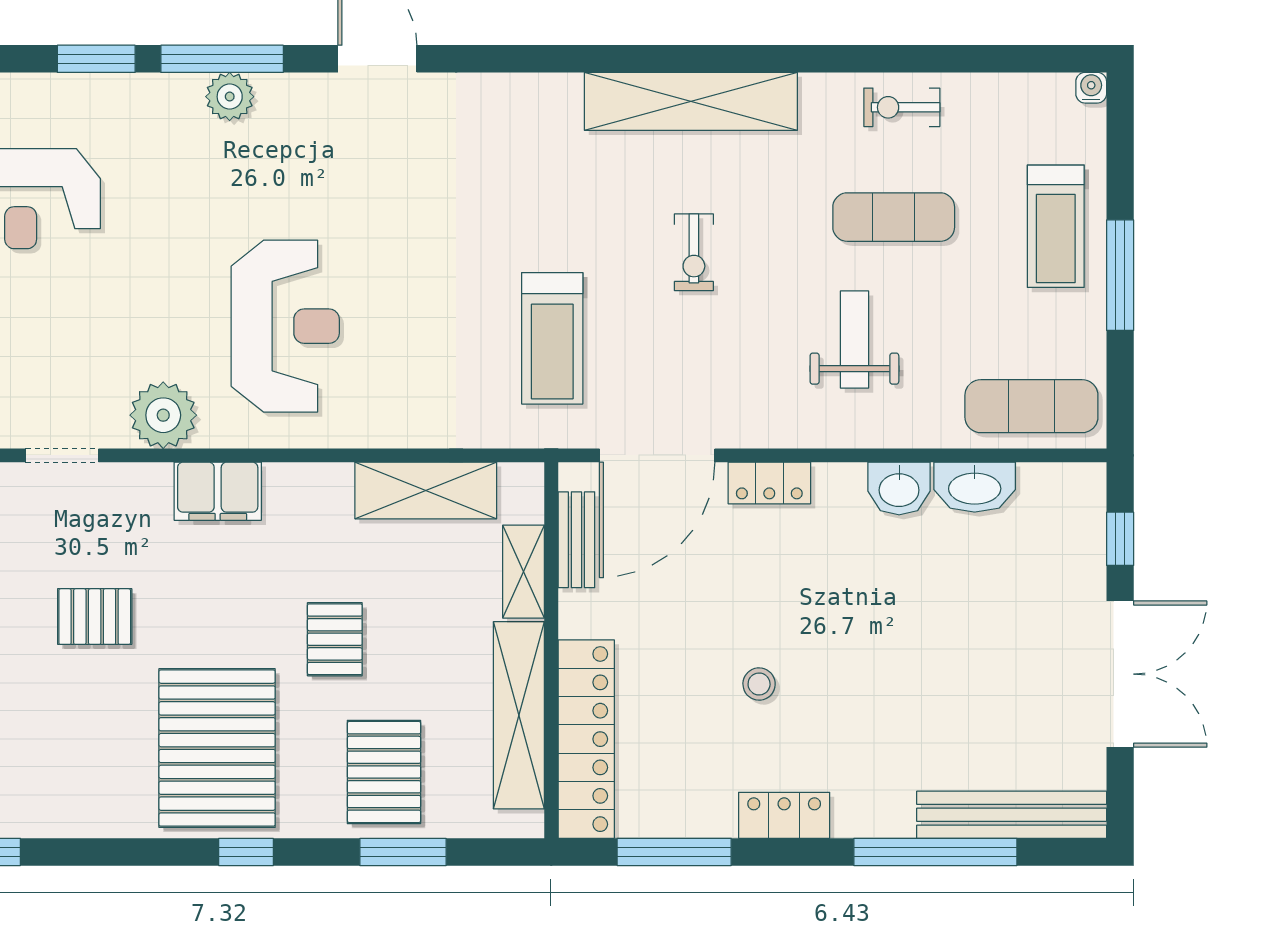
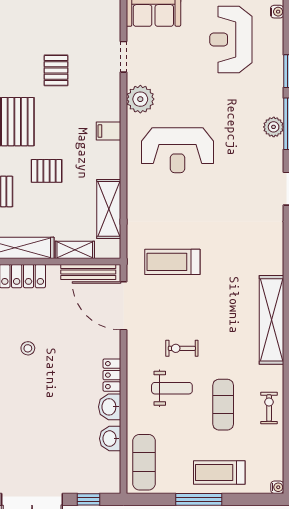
exercise bike: (694, 252) -> (182, 348), moved
locker: (769, 483) -> (112, 375), moved
washbasin: (975, 487) -> (110, 439), width x0.72
filing cabinet: (218, 491) -> (108, 131), width x0.50
bench: (576, 540) -> (88, 272), width x1.36

